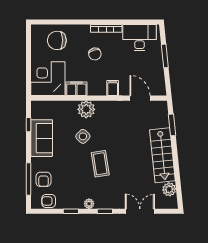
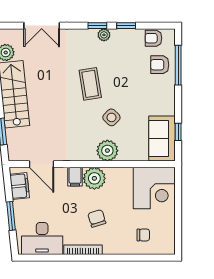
chair: (57, 40) -> (143, 235), width x0.54, depth x0.54
plant: (97, 87) -> (94, 178), added
filing cabinet: (76, 89) -> (20, 186), moved, turned -96
sofa: (42, 138) -> (162, 139), moved
armchair: (43, 179) -> (160, 65), turned -90
armchair: (49, 201) -> (153, 38), turned 180
window: (105, 211) -> (97, 26), moved

